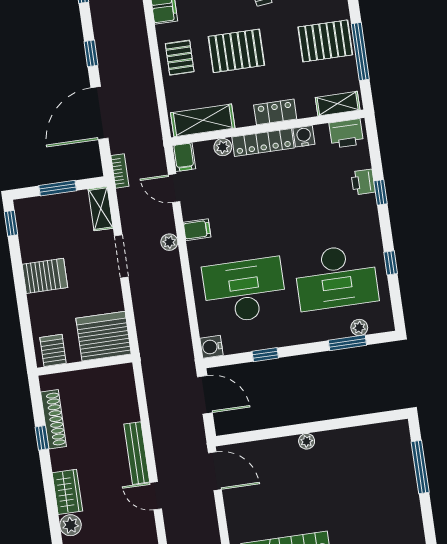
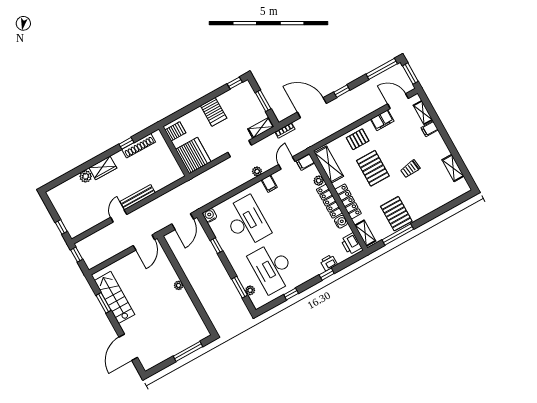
locker: (275, 112) -> (348, 201), width x1.53

